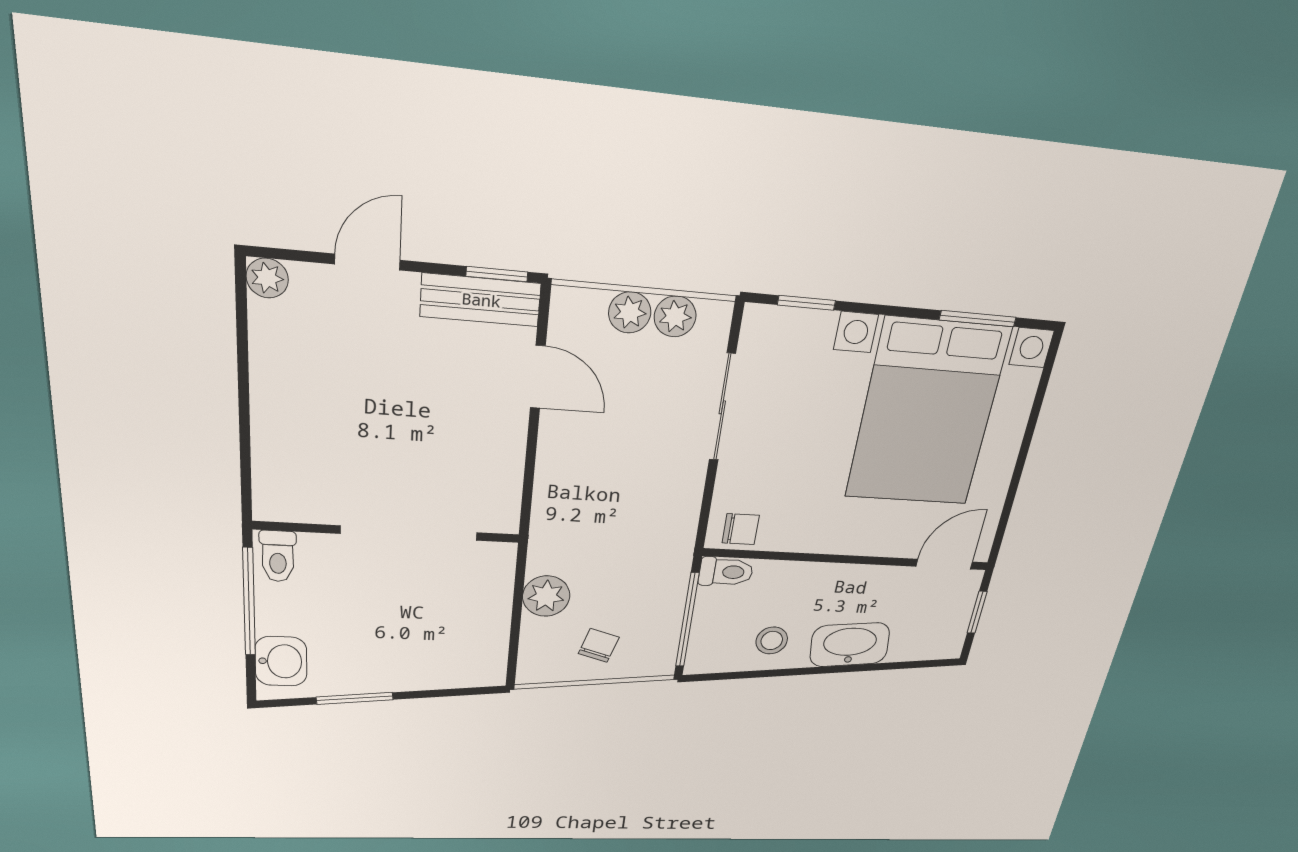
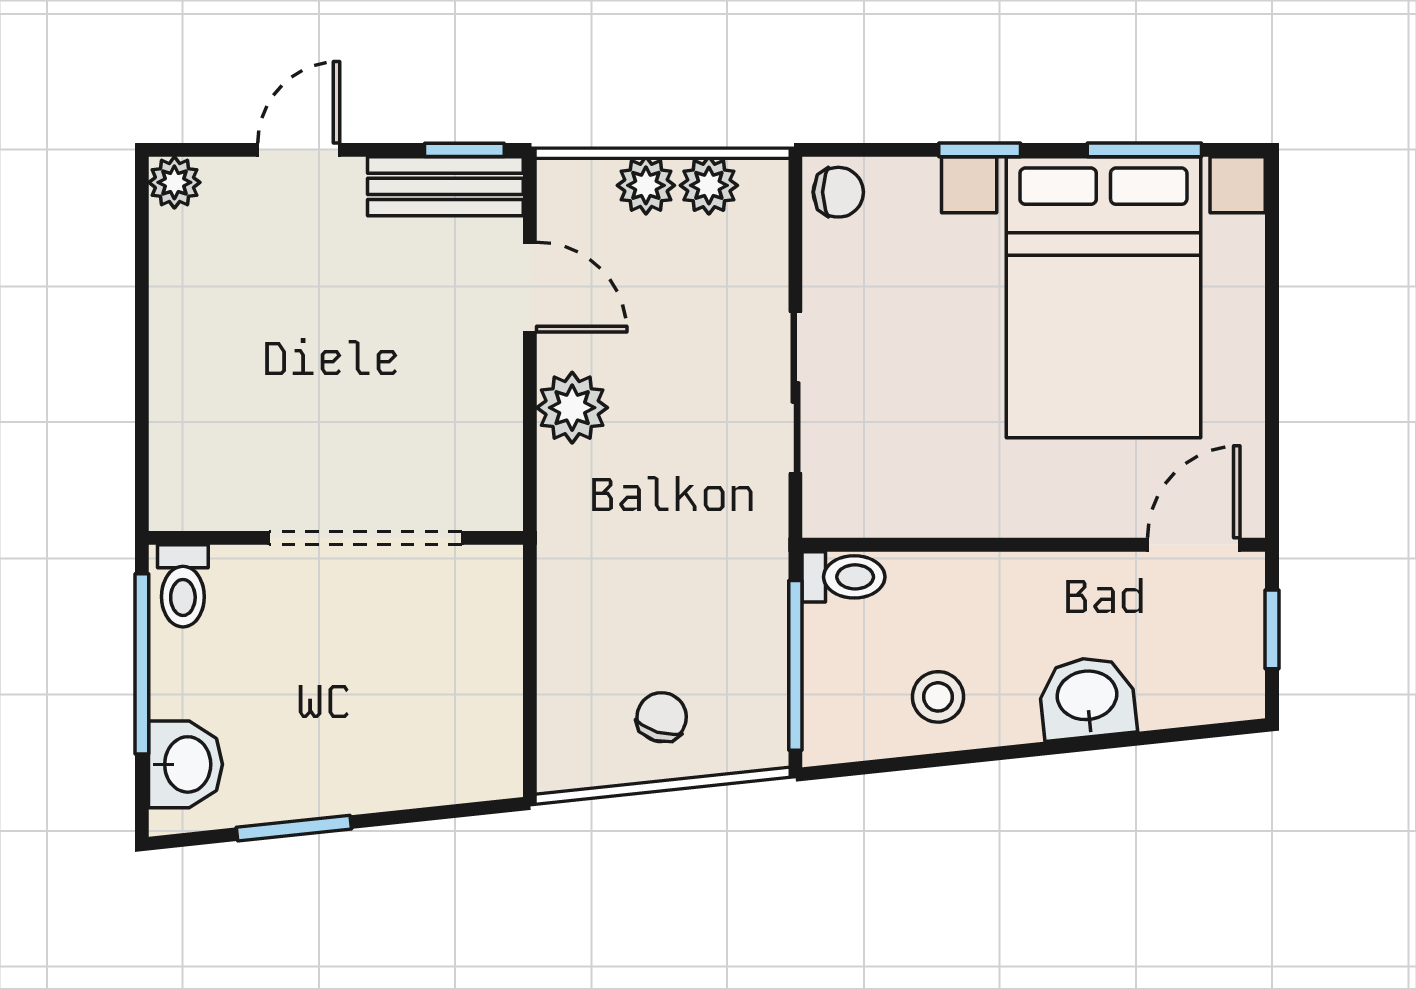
window: (806, 303) -> (980, 150), moved
sliding door: (722, 407) -> (795, 393), moved
chair: (741, 529) -> (838, 192), moved
plant: (546, 596) -> (572, 408), moved
washbasin: (850, 645) -> (1087, 698), width x0.72

